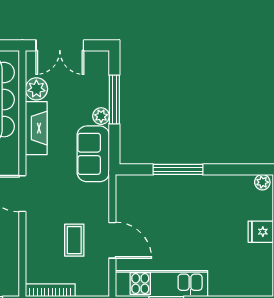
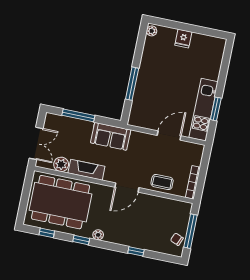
plant: (101, 116) -> (87, 126), removed
coffee table: (74, 240) -> (162, 182), moved

